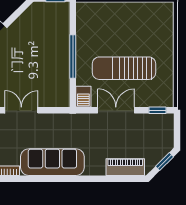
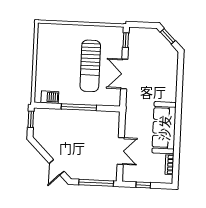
barbecue: (83, 97) -> (50, 97), moved
double door: (21, 110) -> (121, 151), swing flipped
piano: (125, 167) -> (171, 68), removed

